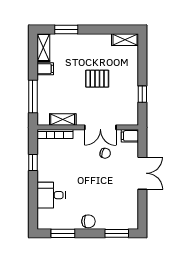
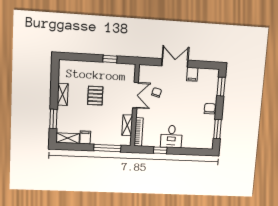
shelving: (125, 40) -> (63, 94), moved
filing cabinet: (130, 136) -> (192, 74), moved
desk: (51, 195) -> (171, 136), moved

